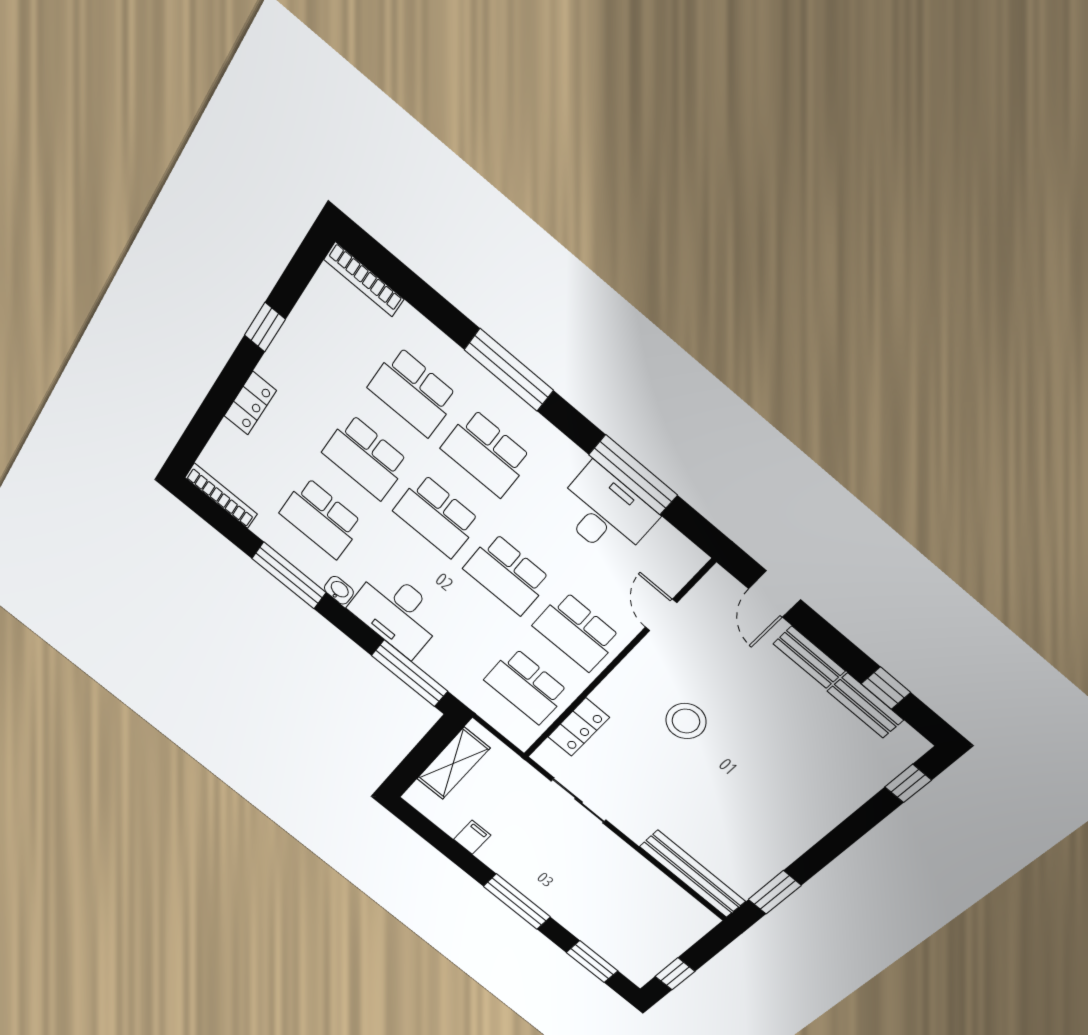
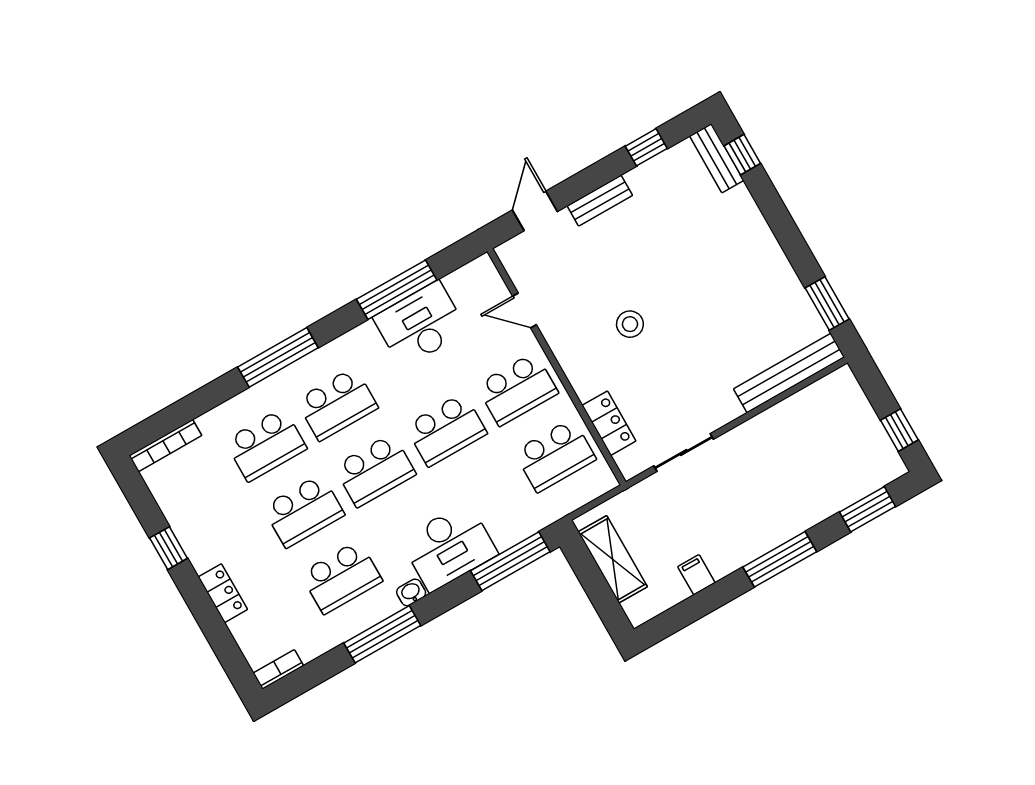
bookcase: (221, 496) -> (278, 669), width x0.64
door: (775, 594) -> (535, 211), swing flipped
bench: (865, 706) -> (717, 158), moved, turned 90
stool: (686, 721) -> (630, 324), width x0.73, depth x0.73

